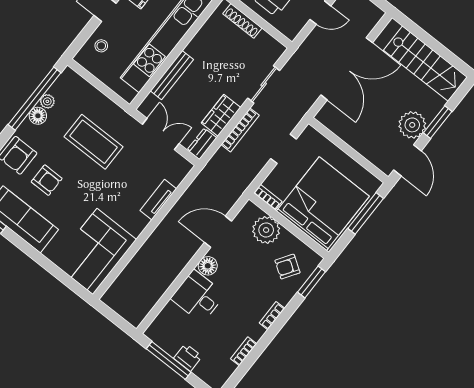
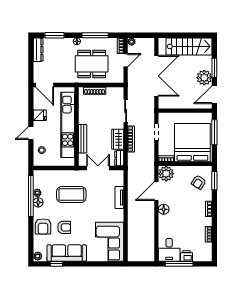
door: (408, 160) -> (214, 95), swing flipped
plant: (266, 230) -> (166, 174), moved
desk: (198, 296) -> (169, 250), moved, turned -90

